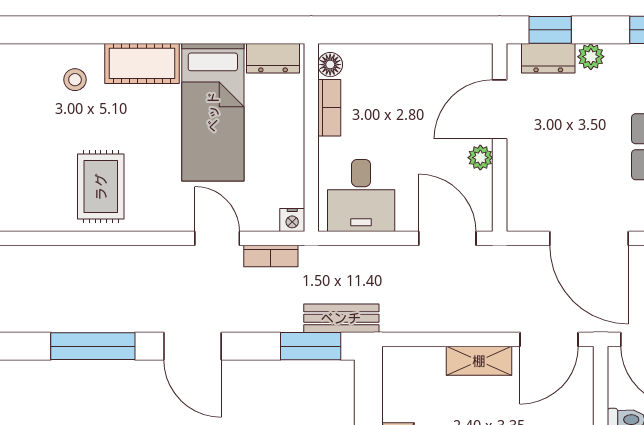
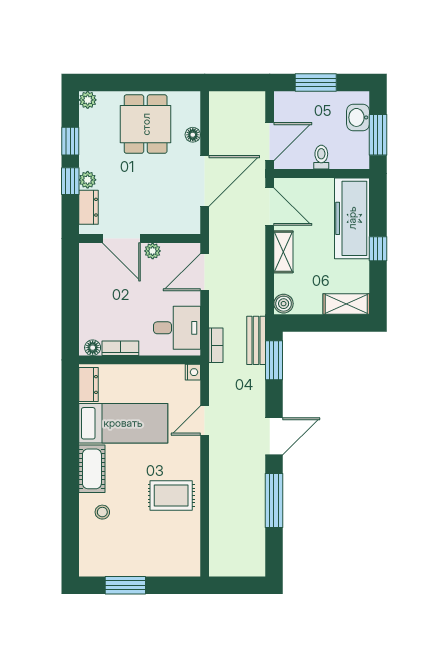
window: (550, 30) -> (70, 181), moved
bookcase: (271, 256) -> (216, 345), moved
boiler: (399, 361) -> (284, 304), added

